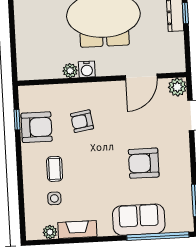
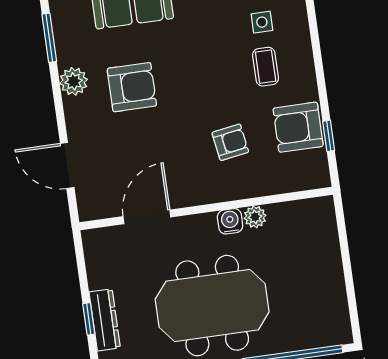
plant: (177, 87) -> (74, 81), moved

